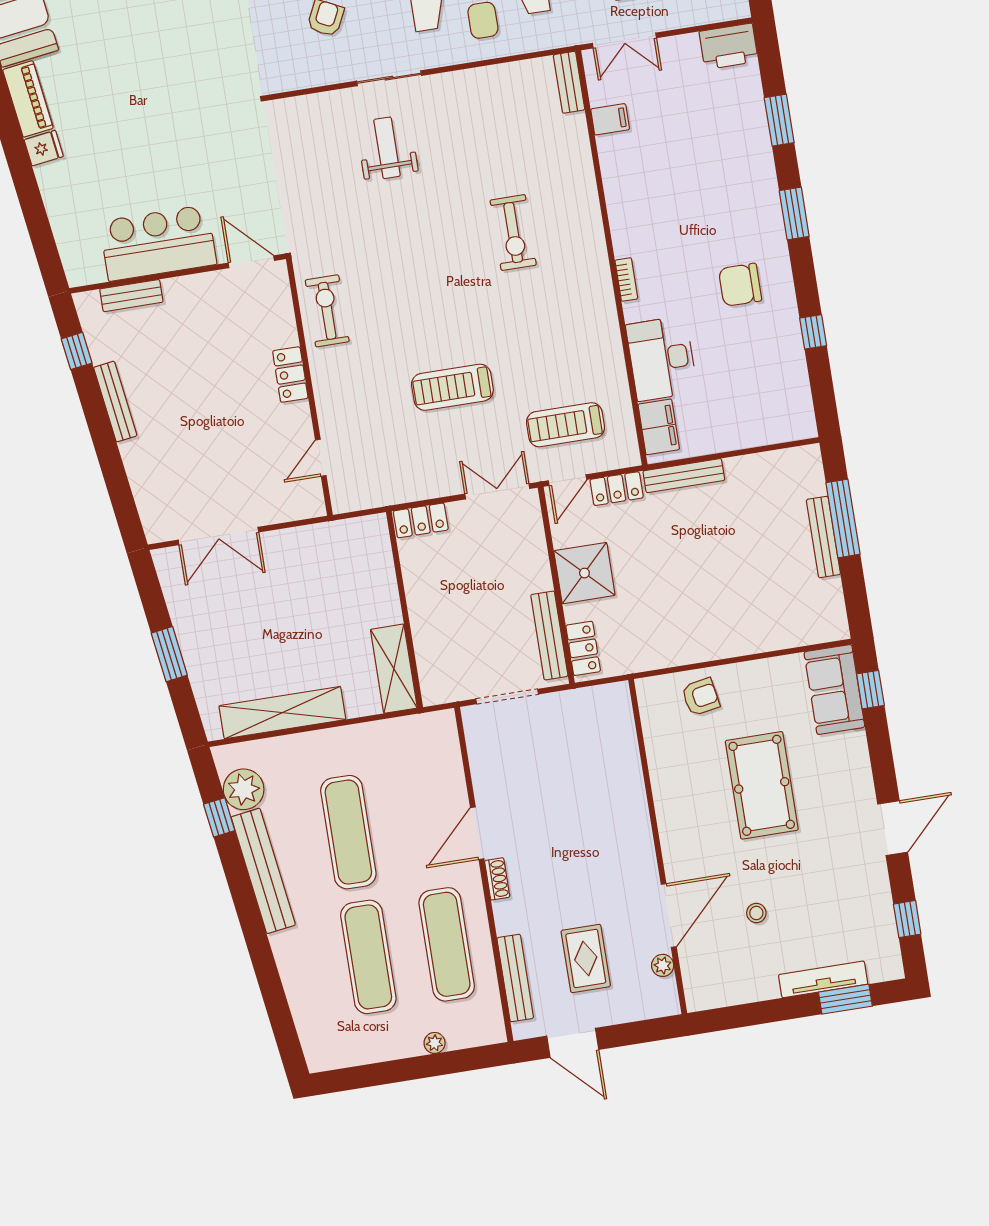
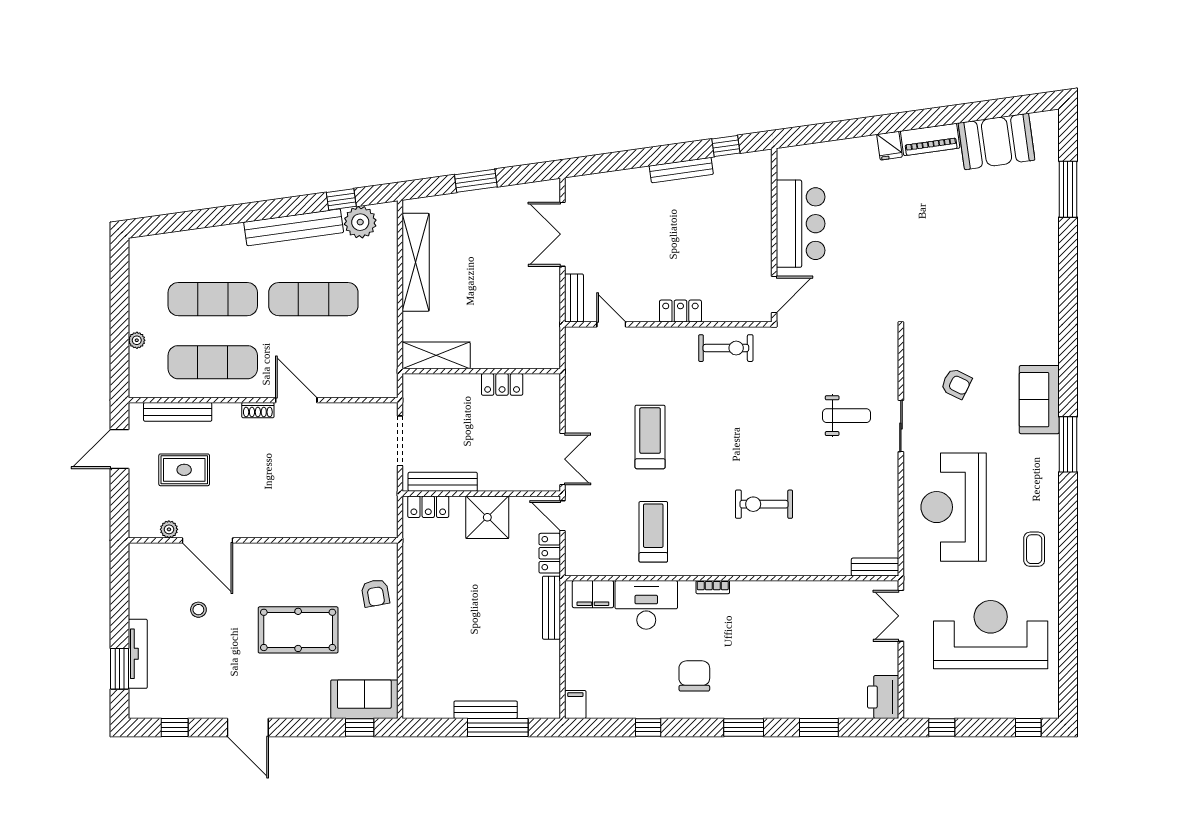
filing cabinet: (610, 119) -> (575, 704), moved, turned 180
bench: (131, 296) -> (574, 298), moved
treadmill: (566, 425) -> (653, 532), moved
locker: (421, 520) -> (502, 384), moved, turned -90

